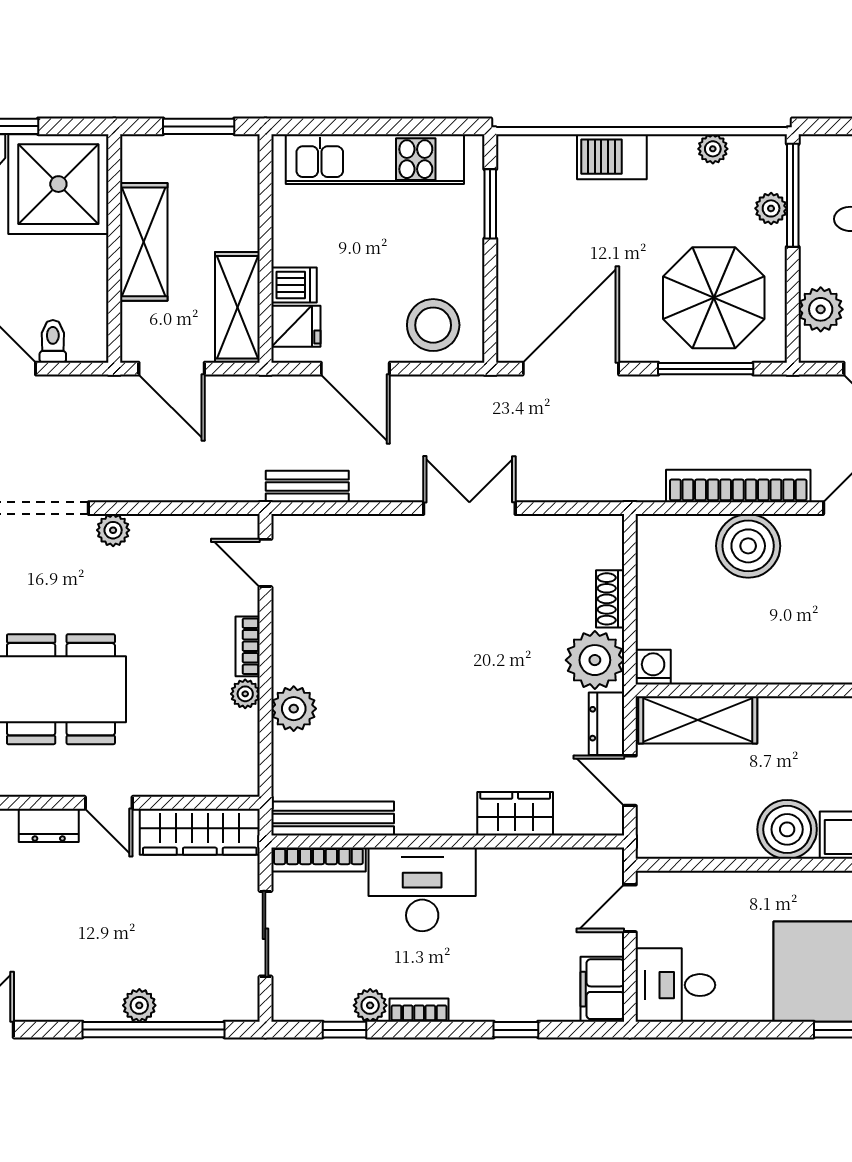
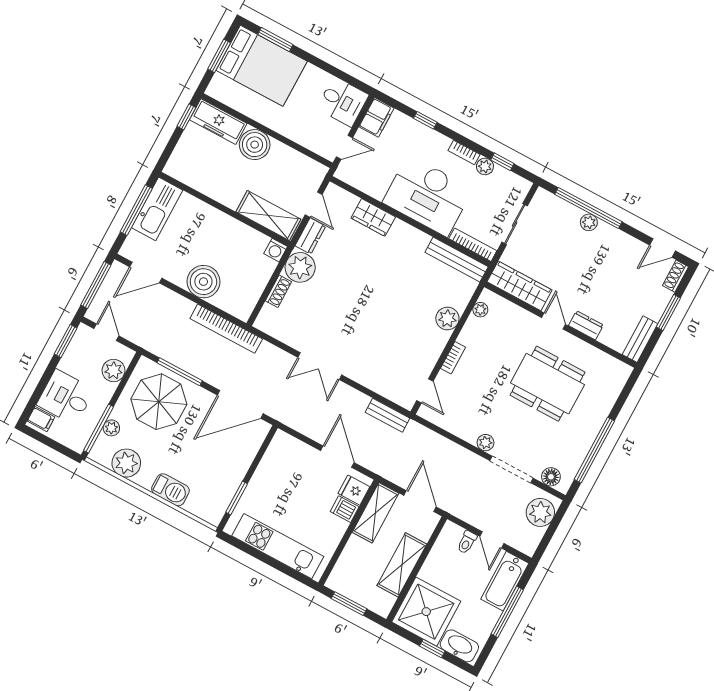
plant: (713, 149) -> (126, 463), width x1.88, depth x1.88
stool: (433, 325) -> (292, 457), removed
bookcase: (738, 486) -> (226, 329), moved
plant: (245, 694) -> (480, 310), moved
desk: (422, 889) -> (428, 196), width x1.36, depth x1.30

